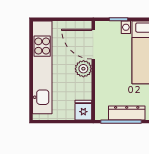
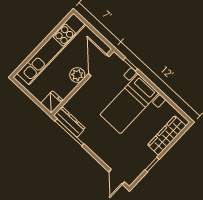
dresser: (127, 113) -> (70, 122), moved

